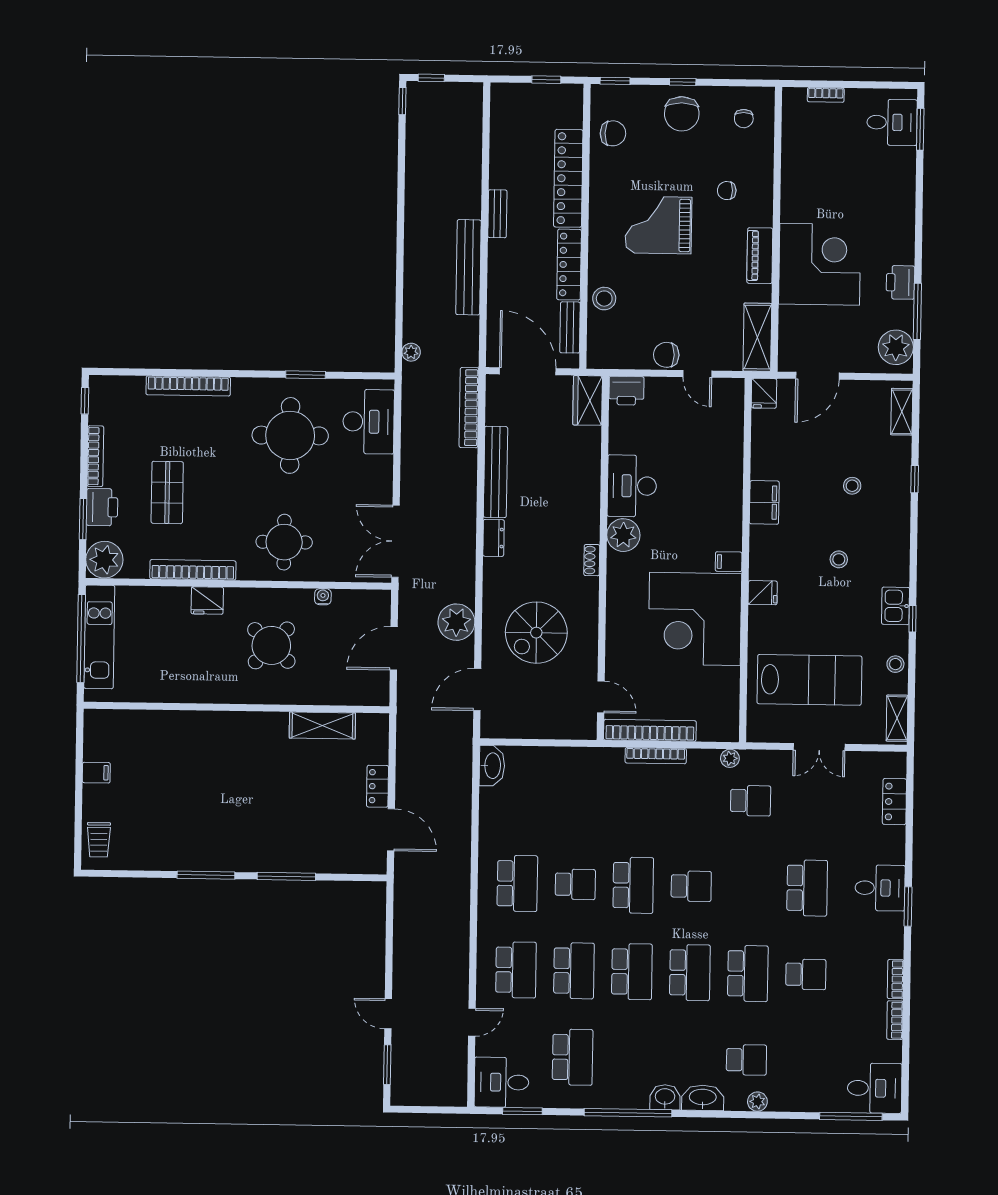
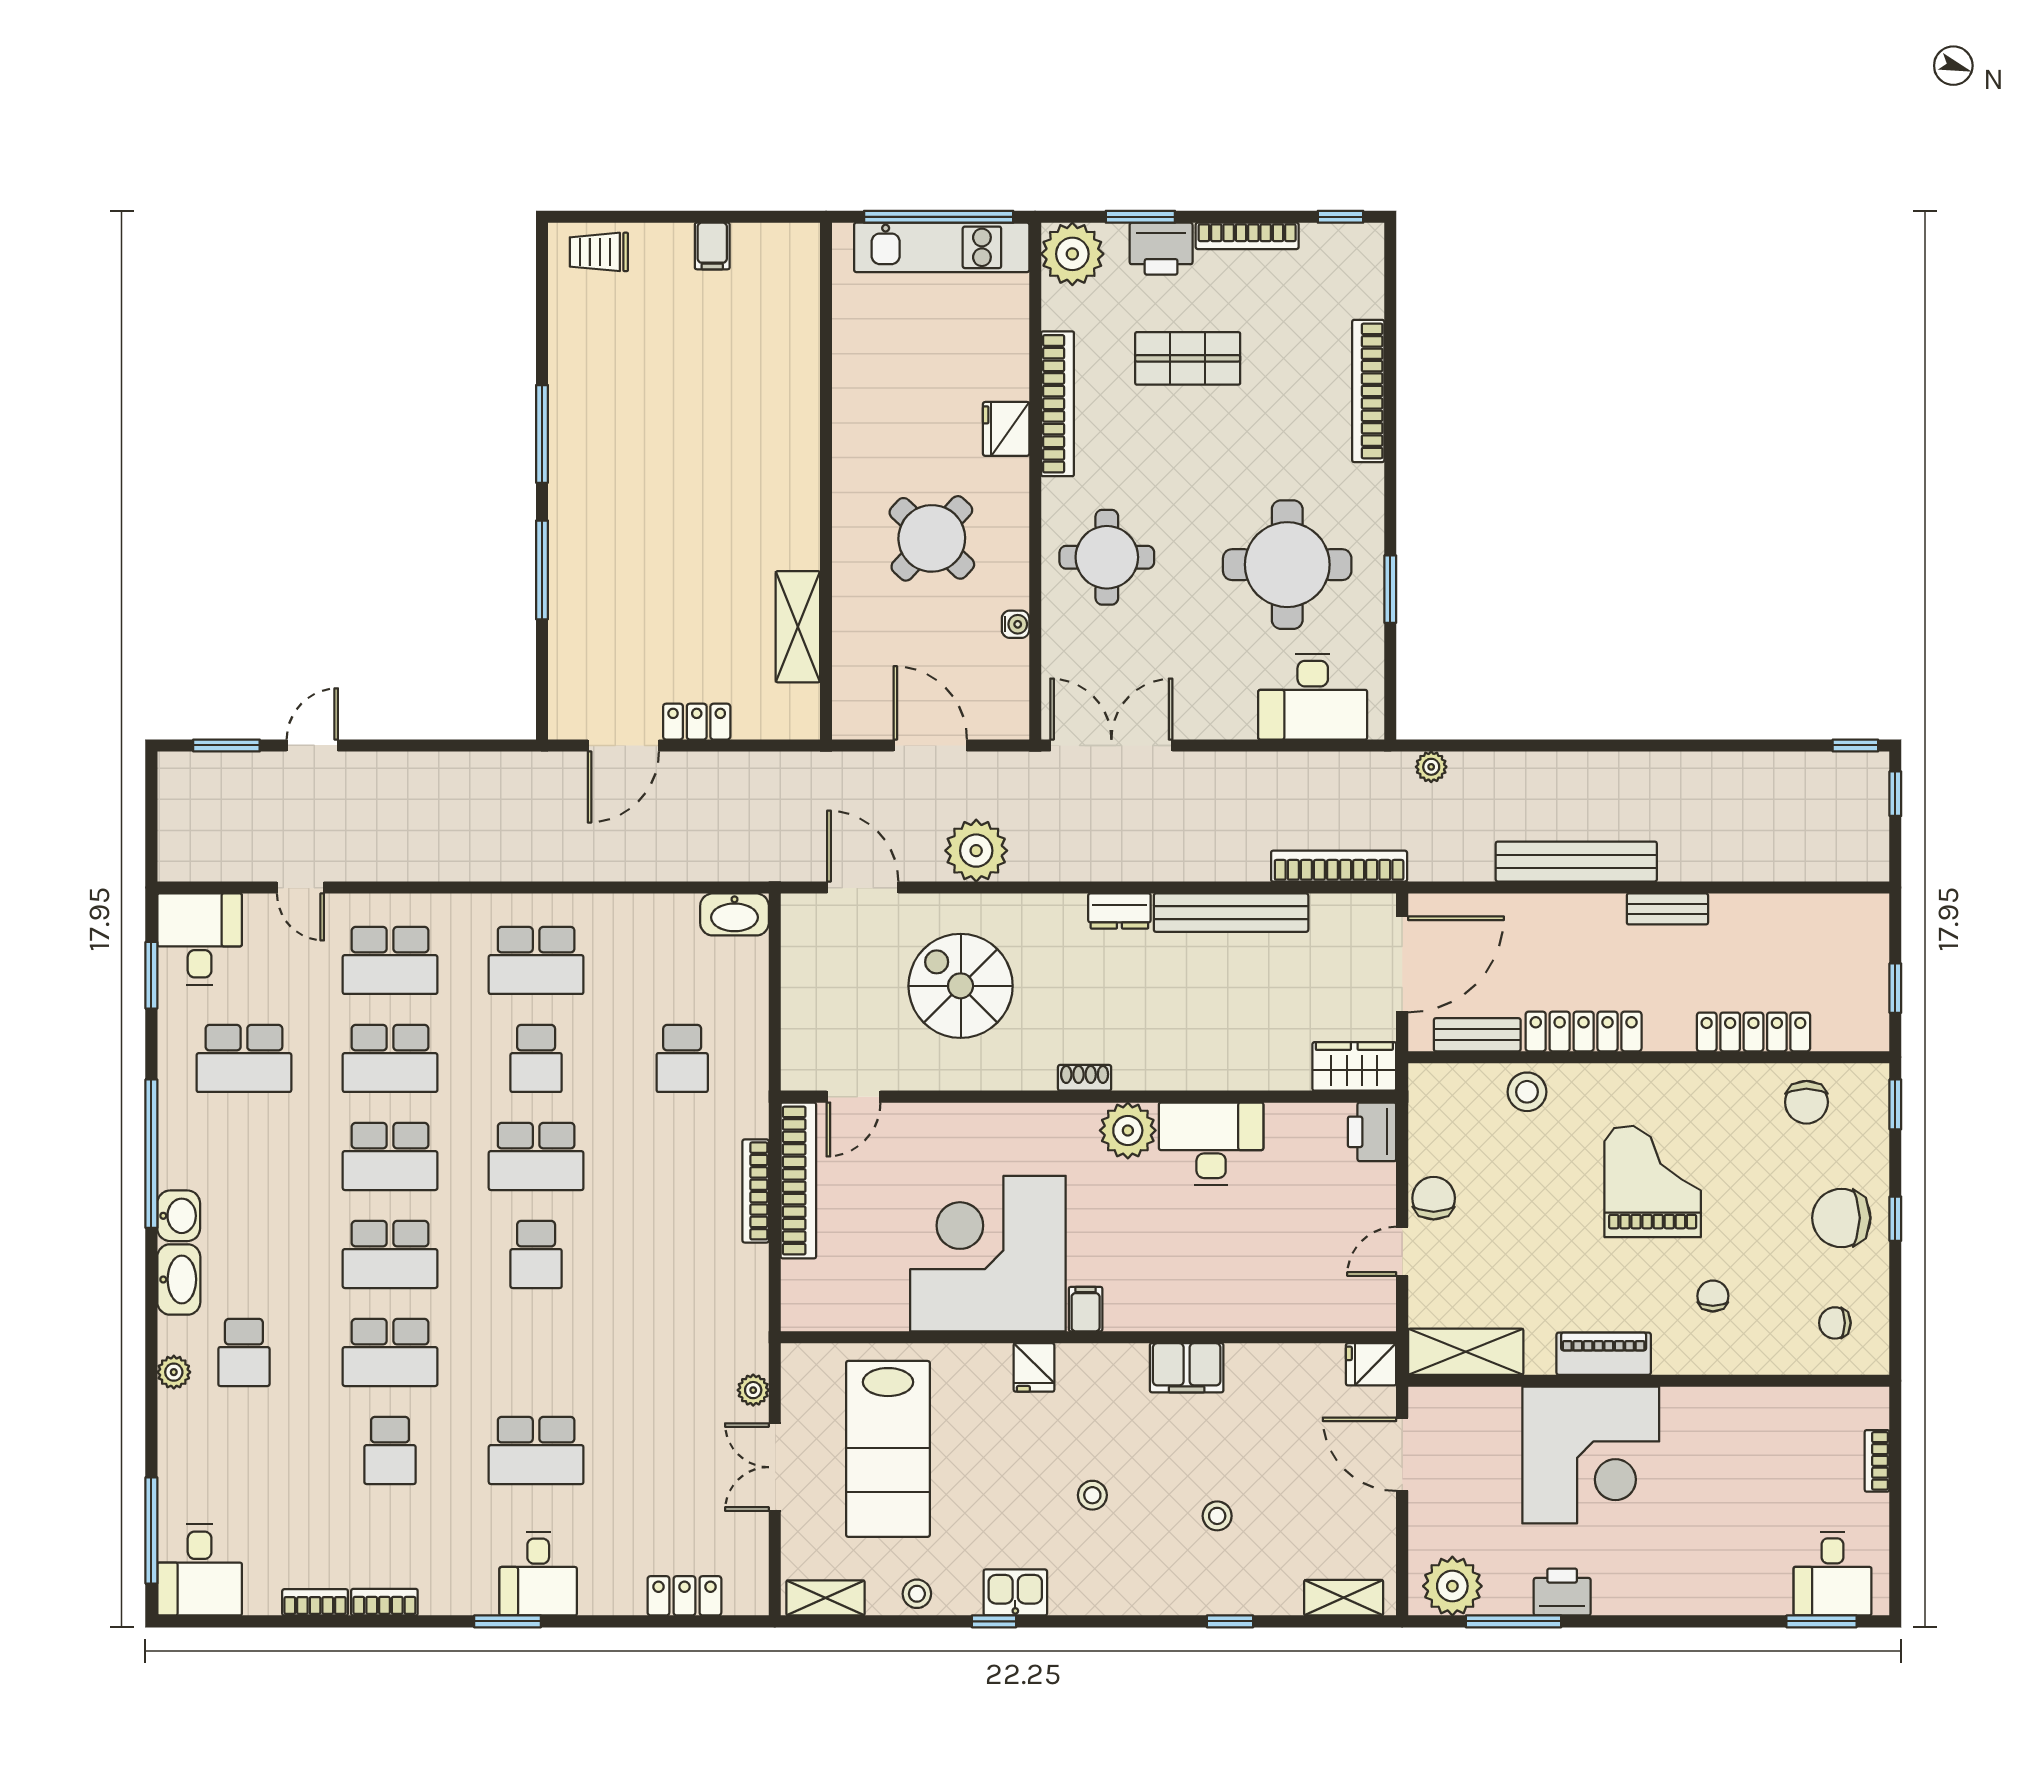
locker: (568, 178) -> (1753, 1032), width x0.71, depth x0.83
plant: (730, 758) -> (753, 1390), moved
school desk: (751, 801) -> (682, 1058), moved

